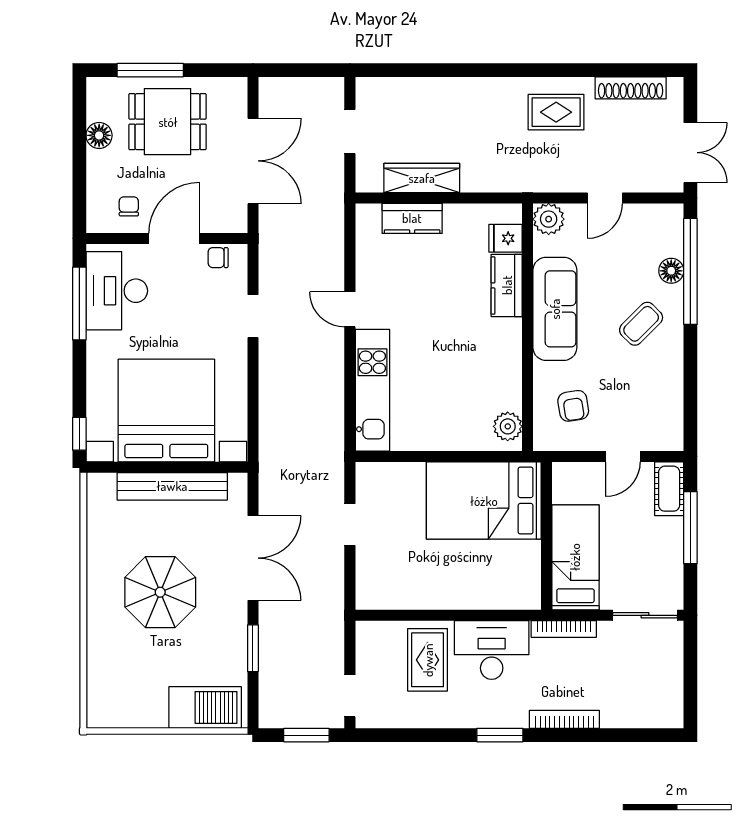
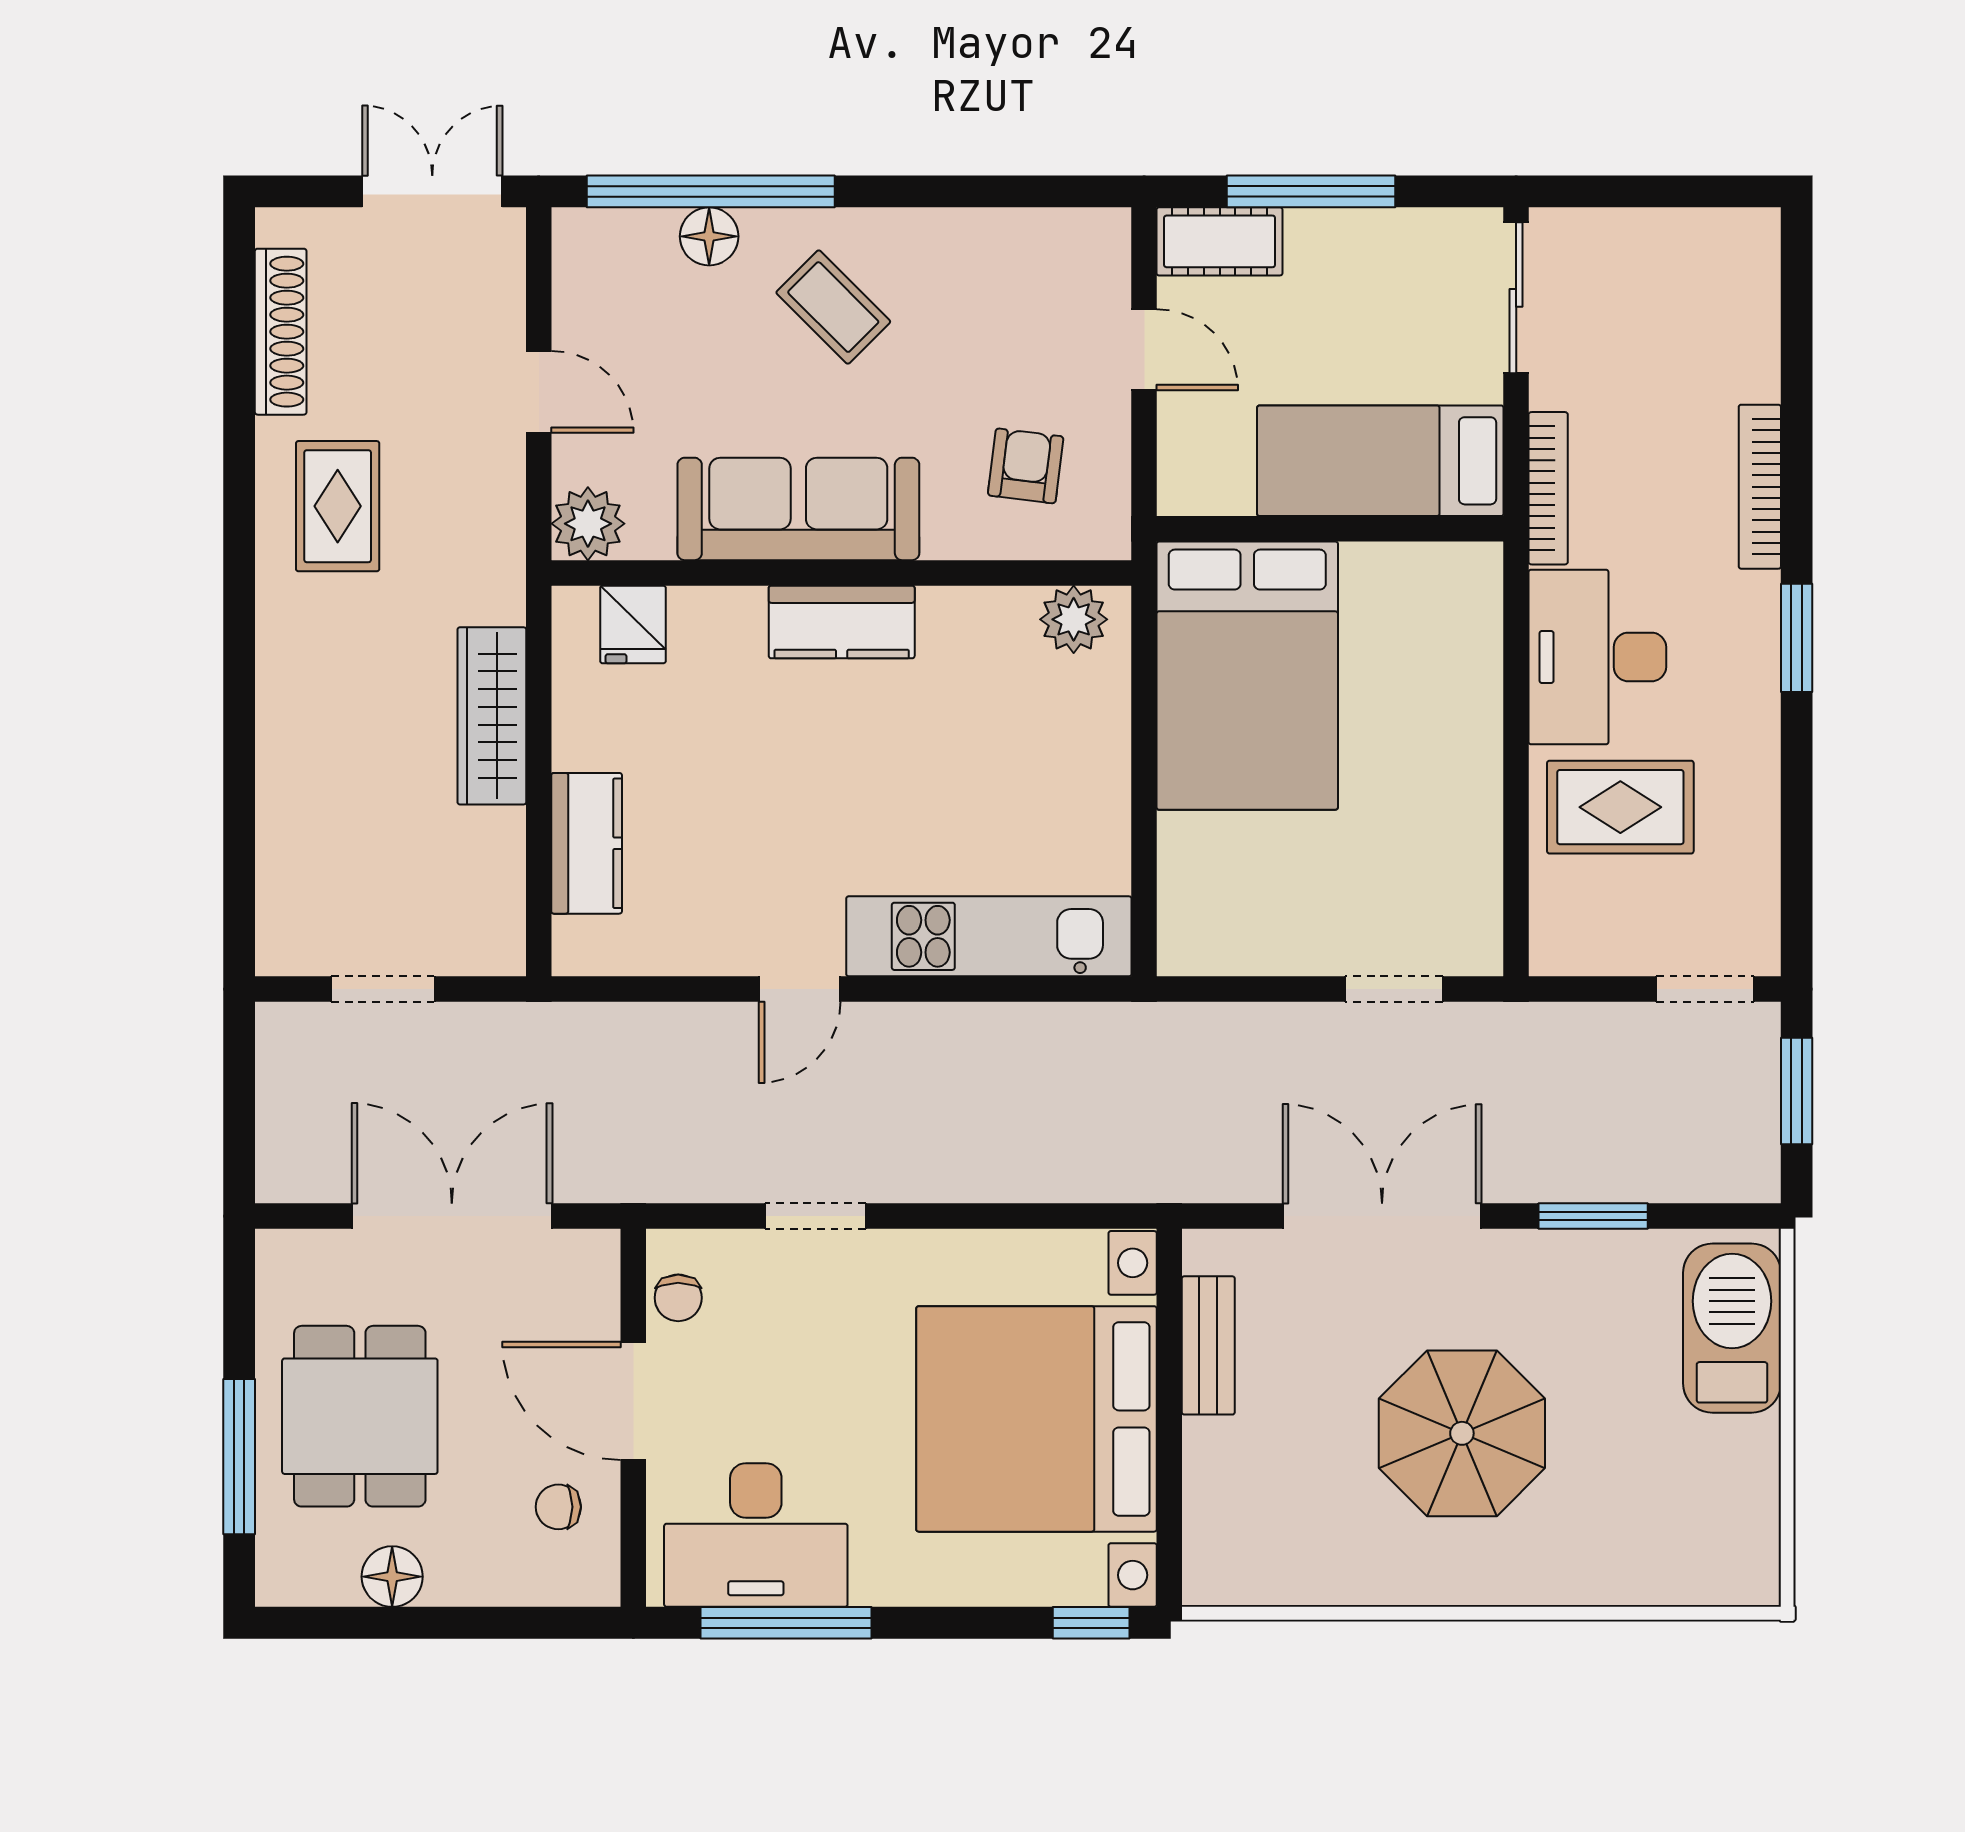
wardrobe: (422, 178) -> (492, 716), moved
kitchen counter: (507, 285) -> (842, 622), moved
armchair: (573, 406) -> (1026, 466), turned -74
bench: (172, 486) -> (1208, 1345), width x0.54, depth x0.82
doorway: (350, 525) -> (1394, 989), moved

